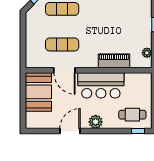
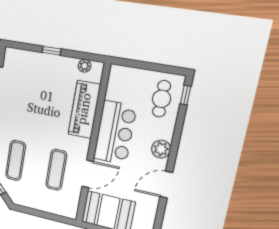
piano: (114, 61) -> (84, 109), width x1.37, depth x1.33
door: (70, 131) -> (166, 185), hinge flipped

